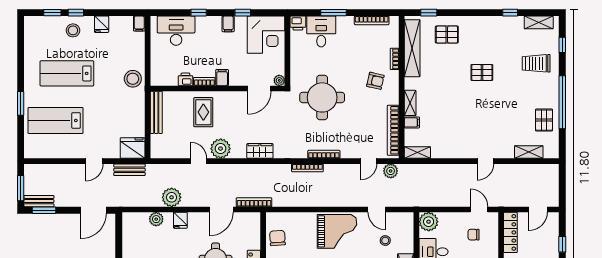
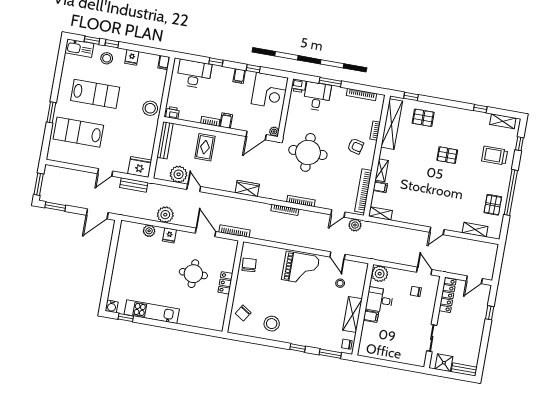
kitchen sink: (40, 24) -> (79, 48), added
lab bench: (67, 73) -> (95, 94), turned 180
printer: (185, 79) -> (172, 113), moved
plant: (221, 149) -> (179, 174), moved
bench: (39, 201) -> (52, 198), removed
door: (221, 209) -> (206, 232), swing flipped

